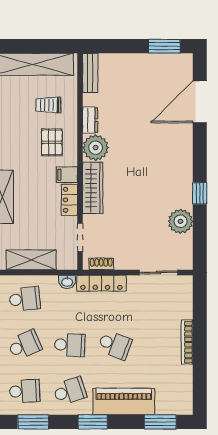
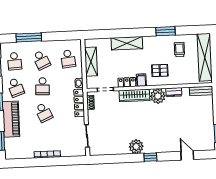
door: (200, 102) -> (187, 155), width x0.53
trolley: (48, 105) -> (179, 50), moved
window: (200, 193) -> (150, 157), moved
plant: (180, 221) -> (136, 147), moved
school desk: (115, 345) -> (44, 112), turned -45

